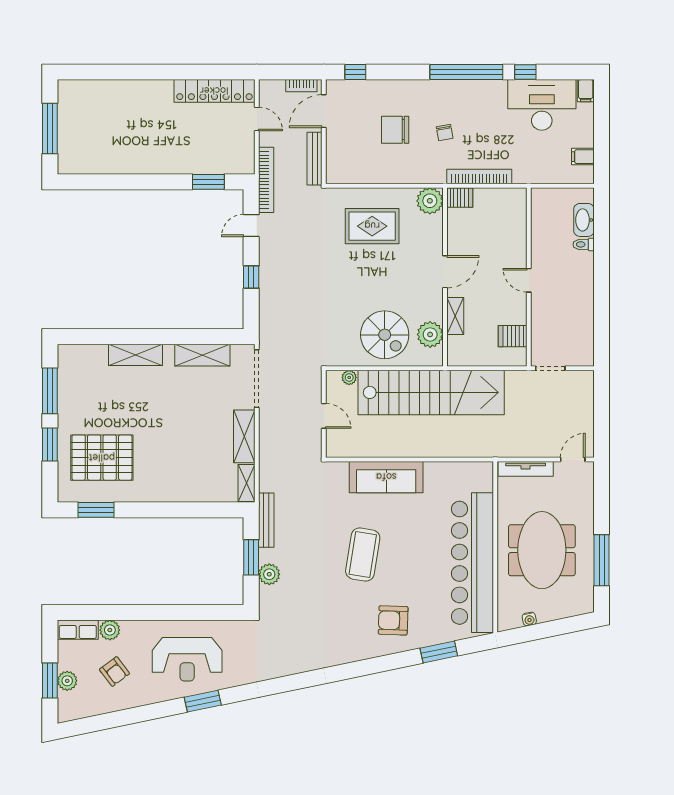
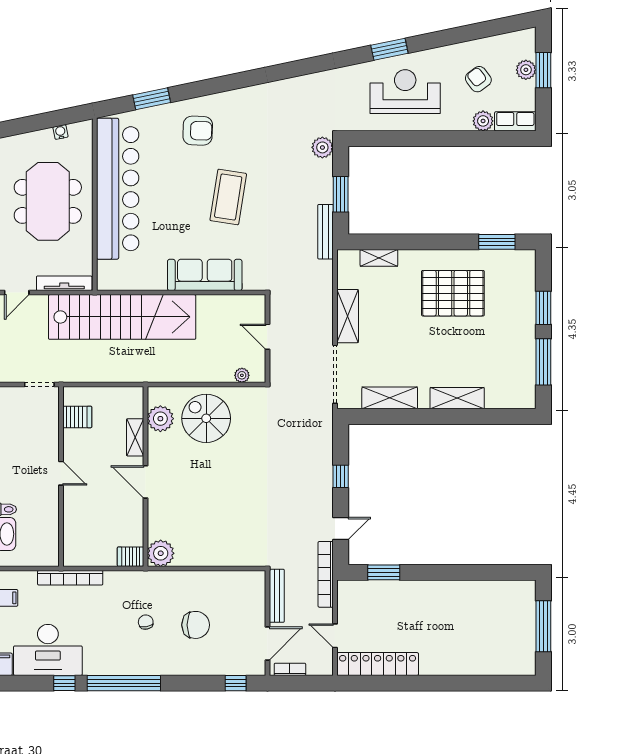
bookcase: (479, 176) -> (70, 578), moved
rug: (372, 226) -> (219, 528), removed
door: (445, 272) -> (145, 482), hinge flipped
stairs: (431, 392) -> (122, 317), moved, turned 180
pallet: (102, 458) -> (453, 293), moved
shelving: (247, 483) -> (379, 258), moved, turned 90
plant: (269, 574) -> (322, 147), moved

